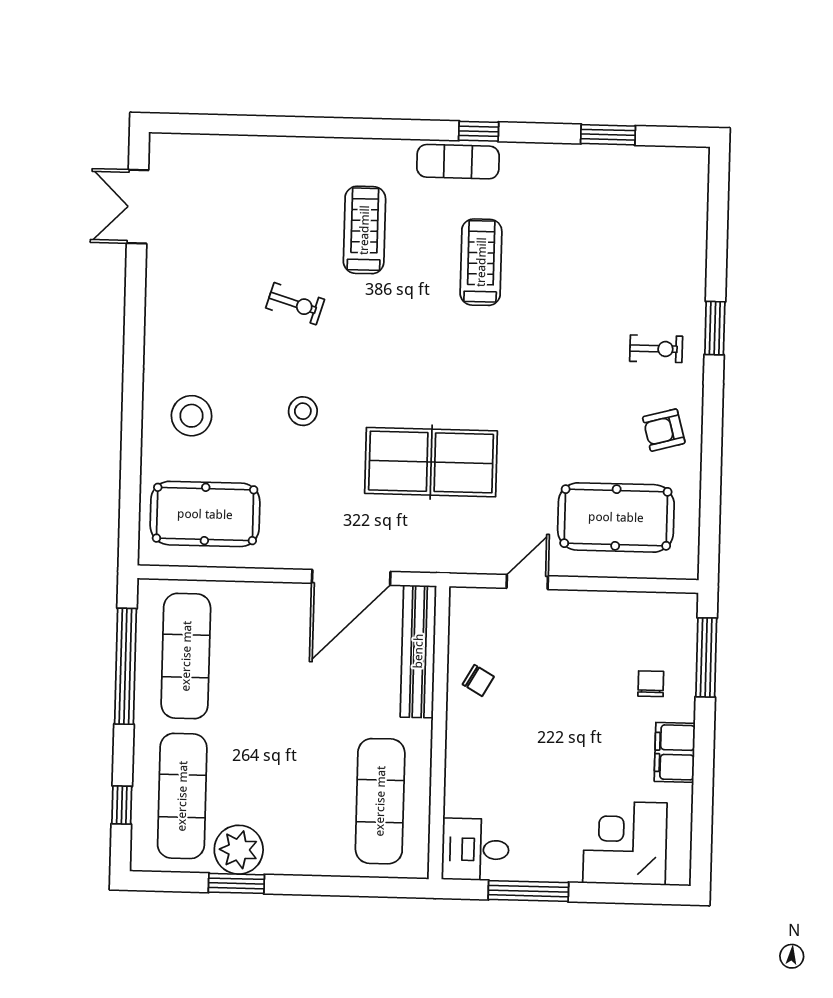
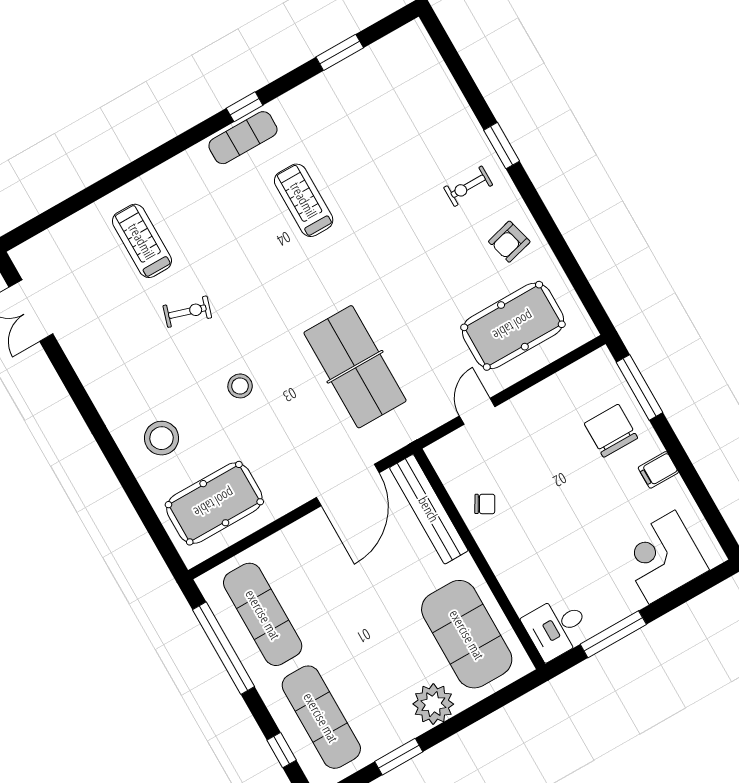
treadmill: (364, 230) -> (142, 241), moved
exercise bike: (656, 349) -> (468, 186), turned 180
table tennis table: (431, 462) -> (355, 367), turned 90
chair: (651, 684) -> (611, 431), width x1.87, depth x1.87
filing cabinet: (675, 752) -> (658, 470), width x0.50
exercise mat: (380, 801) -> (467, 634), width x1.47
plant: (239, 850) -> (433, 704), moved

